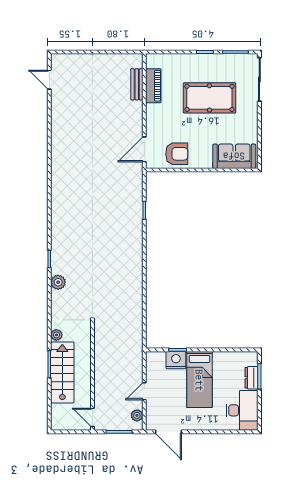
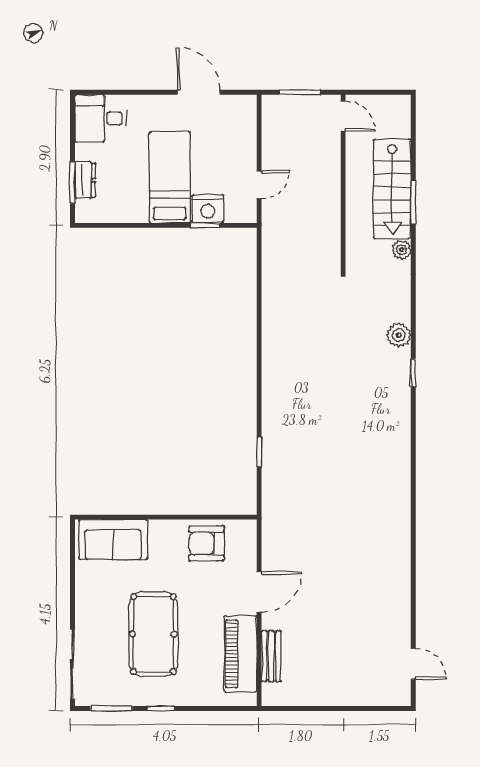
piano: (153, 86) -> (240, 654), width x1.37, depth x1.33
pool table: (209, 98) -> (153, 634), turned 90
door: (144, 149) -> (259, 592), moved
door: (144, 391) -> (259, 185), moved
desk: (242, 410) -> (100, 118), width x0.73
plant: (137, 415) -> (271, 119), removed
door: (168, 432) -> (199, 92), moved

